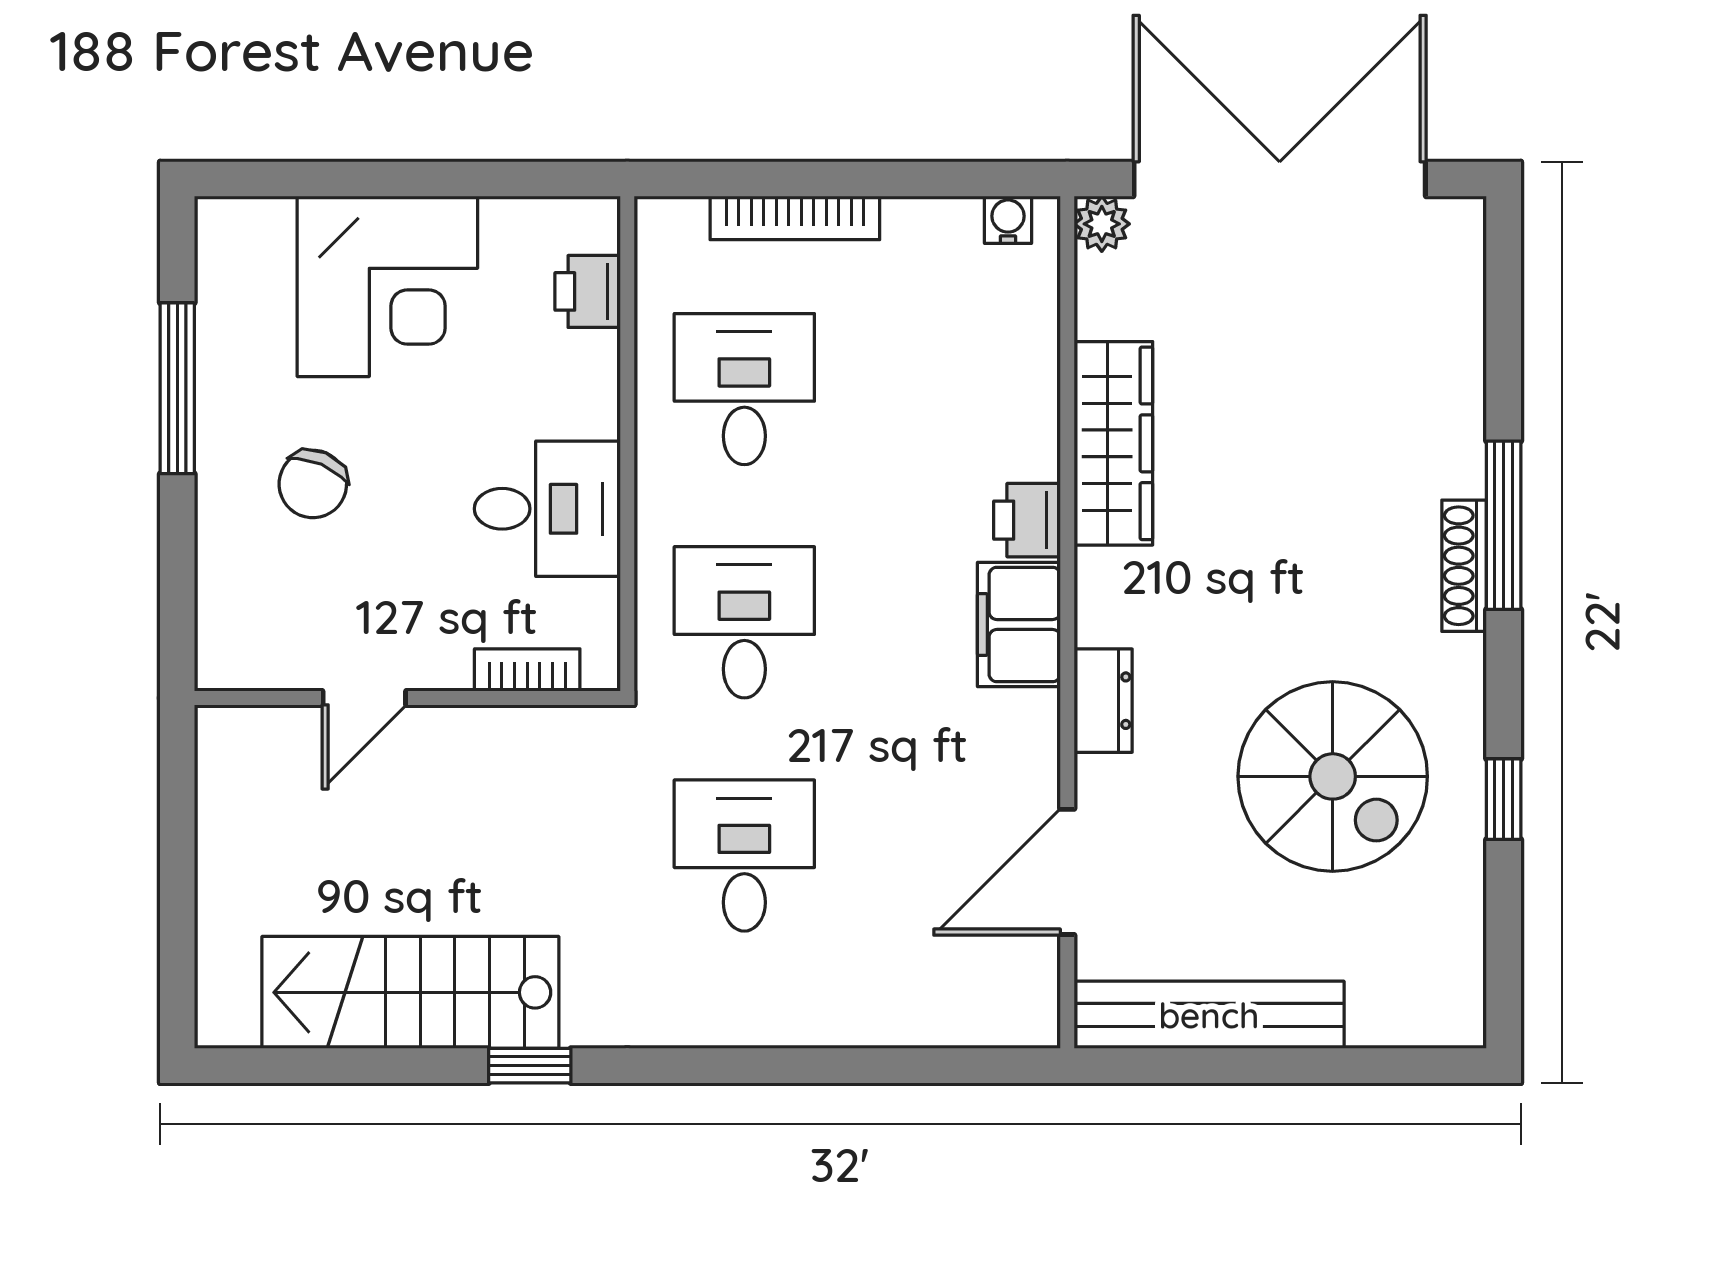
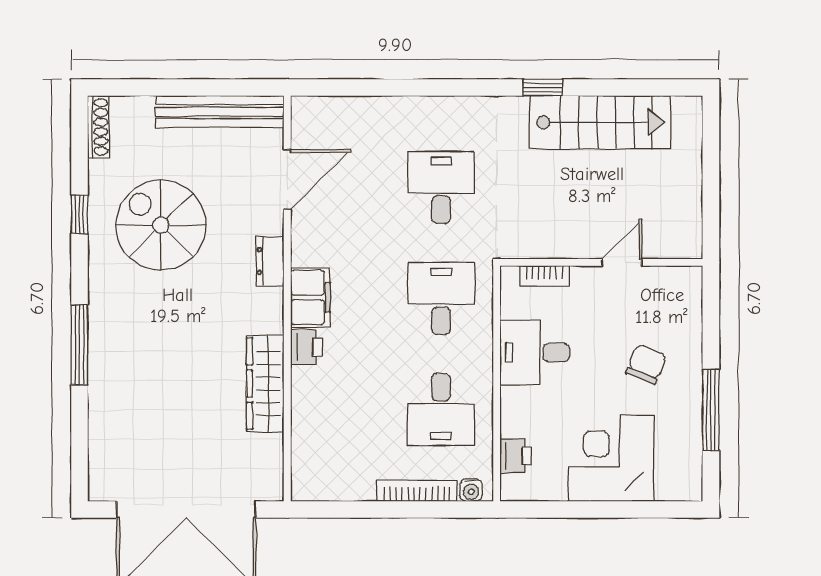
water cooler: (1008, 220) -> (471, 490), moved
plant: (1102, 224) -> (271, 488), removed
shoe rack: (1464, 566) -> (98, 127), moved
desk: (744, 622) -> (441, 298), turned 180
desk: (744, 856) -> (441, 187), turned 180

